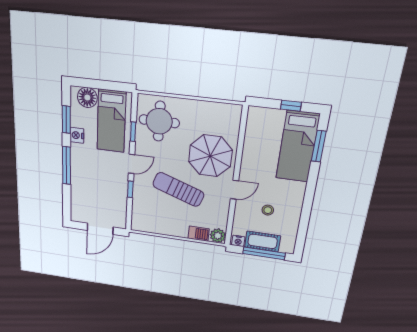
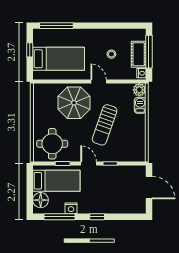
window: (66, 120) -> (60, 217), width x1.44
window: (319, 146) -> (56, 26), width x1.44
bed: (298, 147) -> (59, 59), moved
window: (67, 166) -> (97, 217), width x0.46

